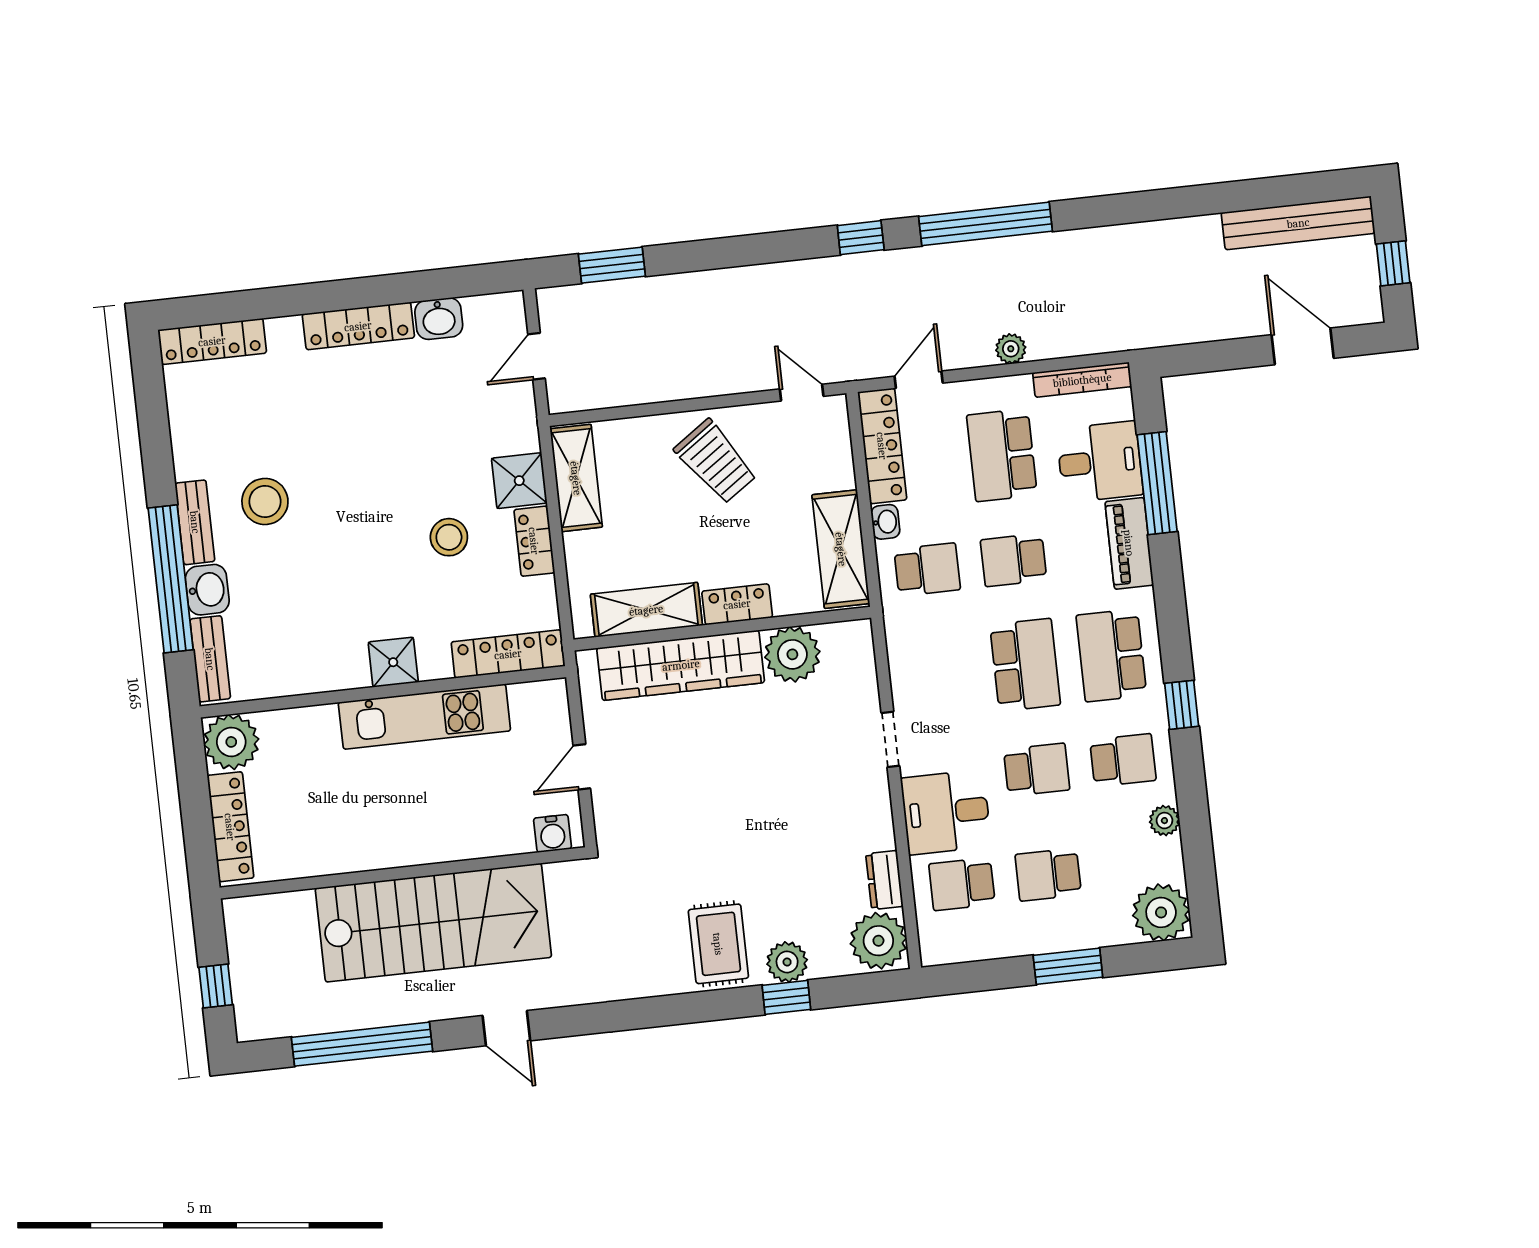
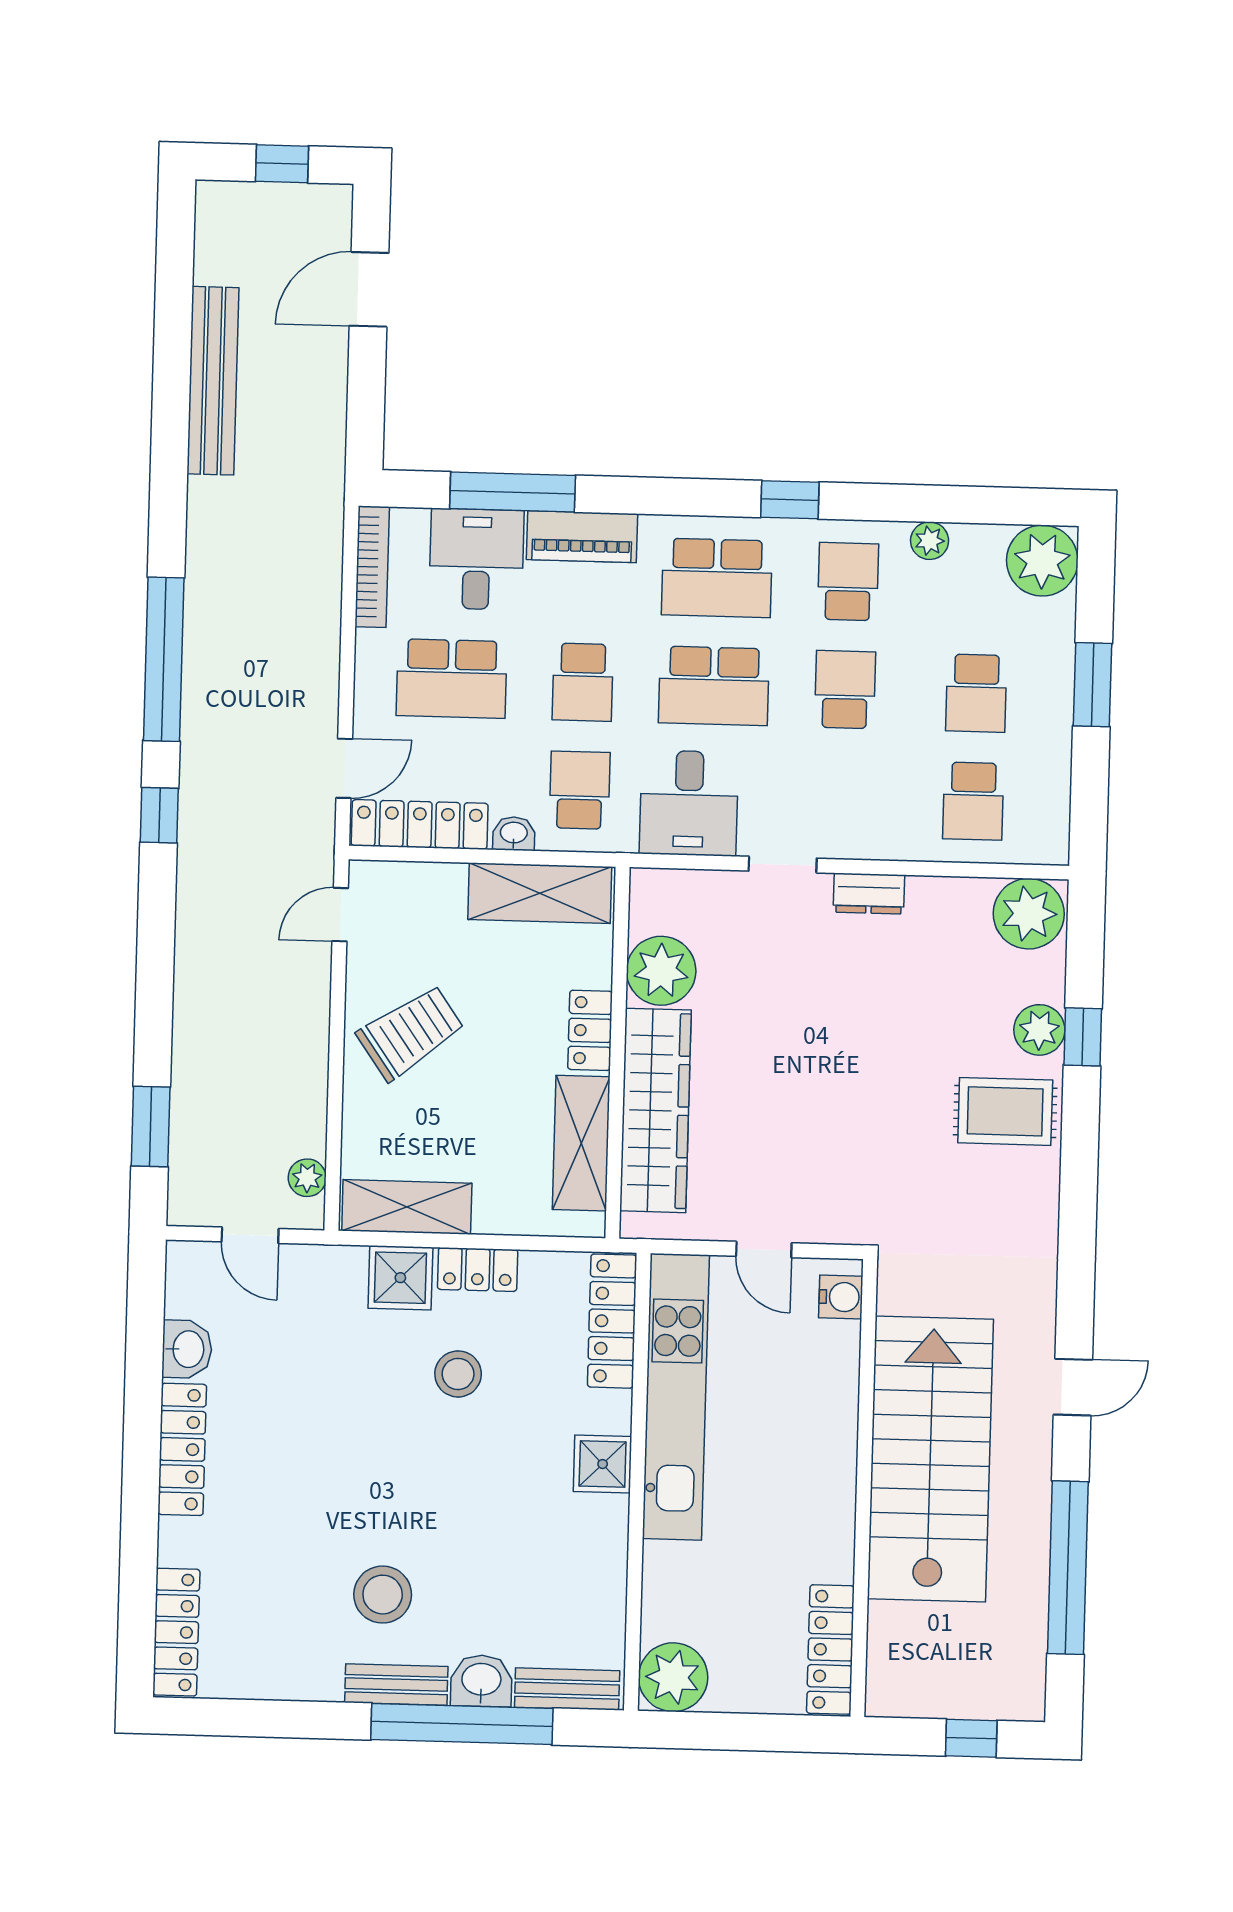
bench: (1298, 223) -> (213, 381), moved
plant: (1011, 349) -> (307, 1178), moved
door: (919, 380) -> (344, 768), swing flipped
school desk: (1025, 665) -> (714, 686), turned 180
kitchen unit: (424, 717) -> (676, 1397), width x1.36
desk: (946, 812) -> (689, 803), moved
locker: (230, 827) -> (830, 1650), moved, turned -90
dresser: (884, 880) -> (869, 894), moved

